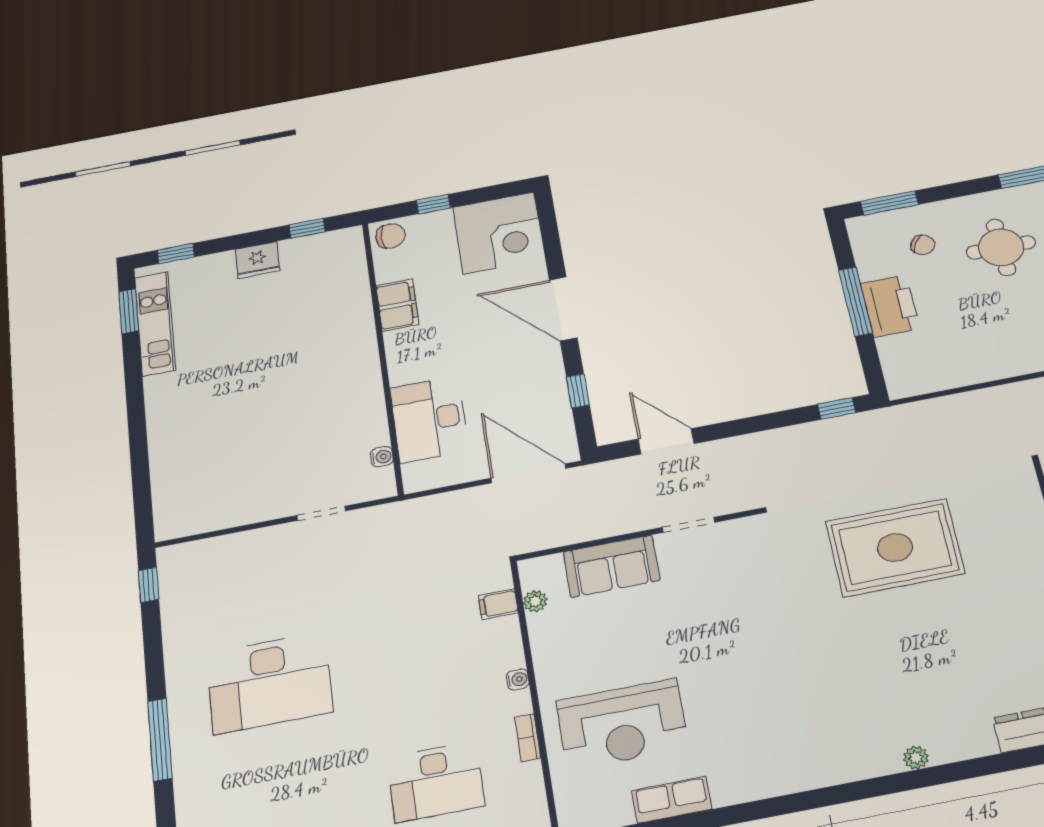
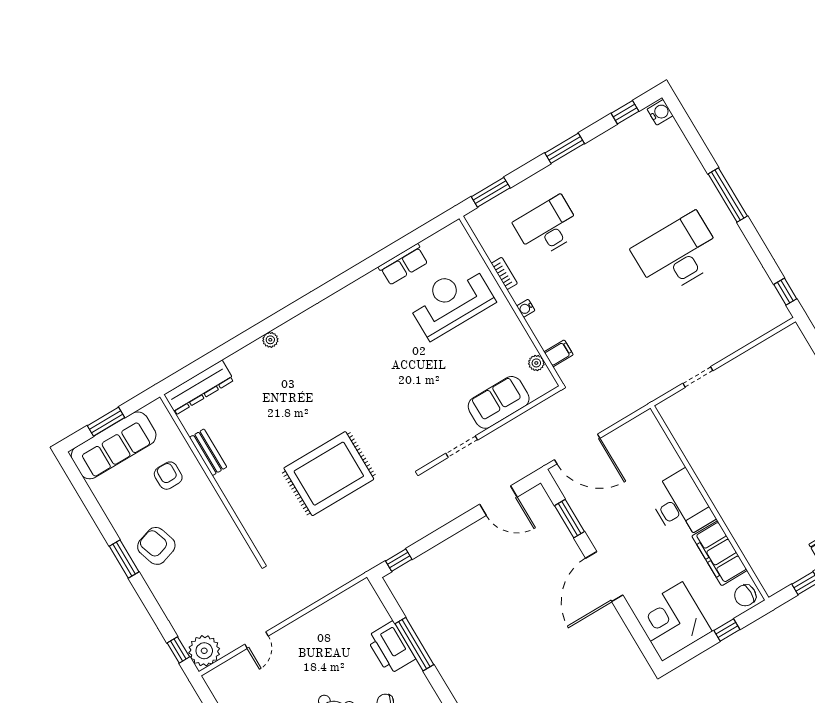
filing cabinet: (397, 305) -> (720, 553), width x1.50, depth x1.17
door: (563, 309) -> (604, 577), swing flipped
window: (578, 391) -> (570, 519), width x1.50
desk: (429, 419) -> (681, 505), moved
water cooler: (382, 457) -> (677, 429), removed

